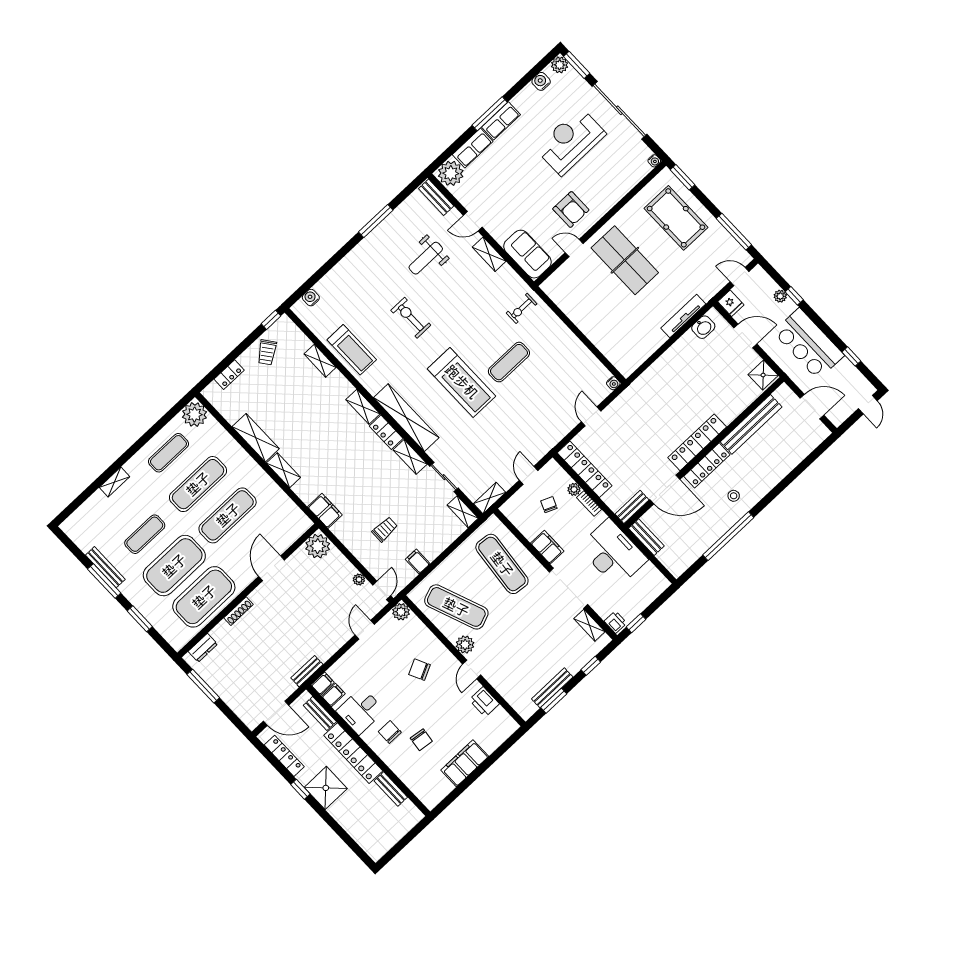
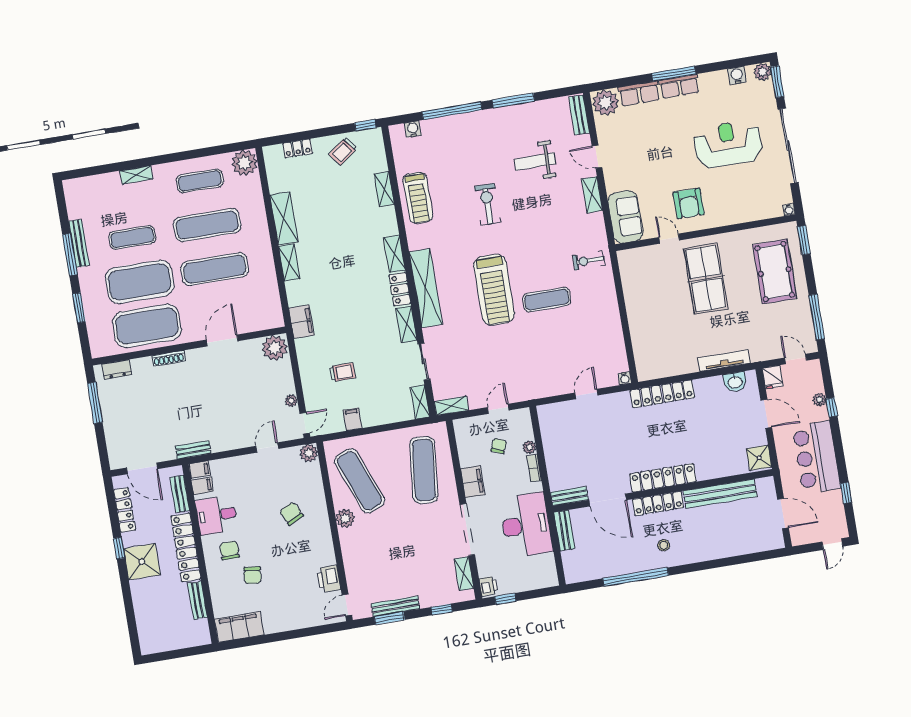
window: (332, 262) -> (452, 111), added
locker: (585, 469) -> (662, 394), moved, turned 90
door: (472, 670) -> (347, 605), moved
filing cabinet: (465, 763) -> (239, 627), moved

